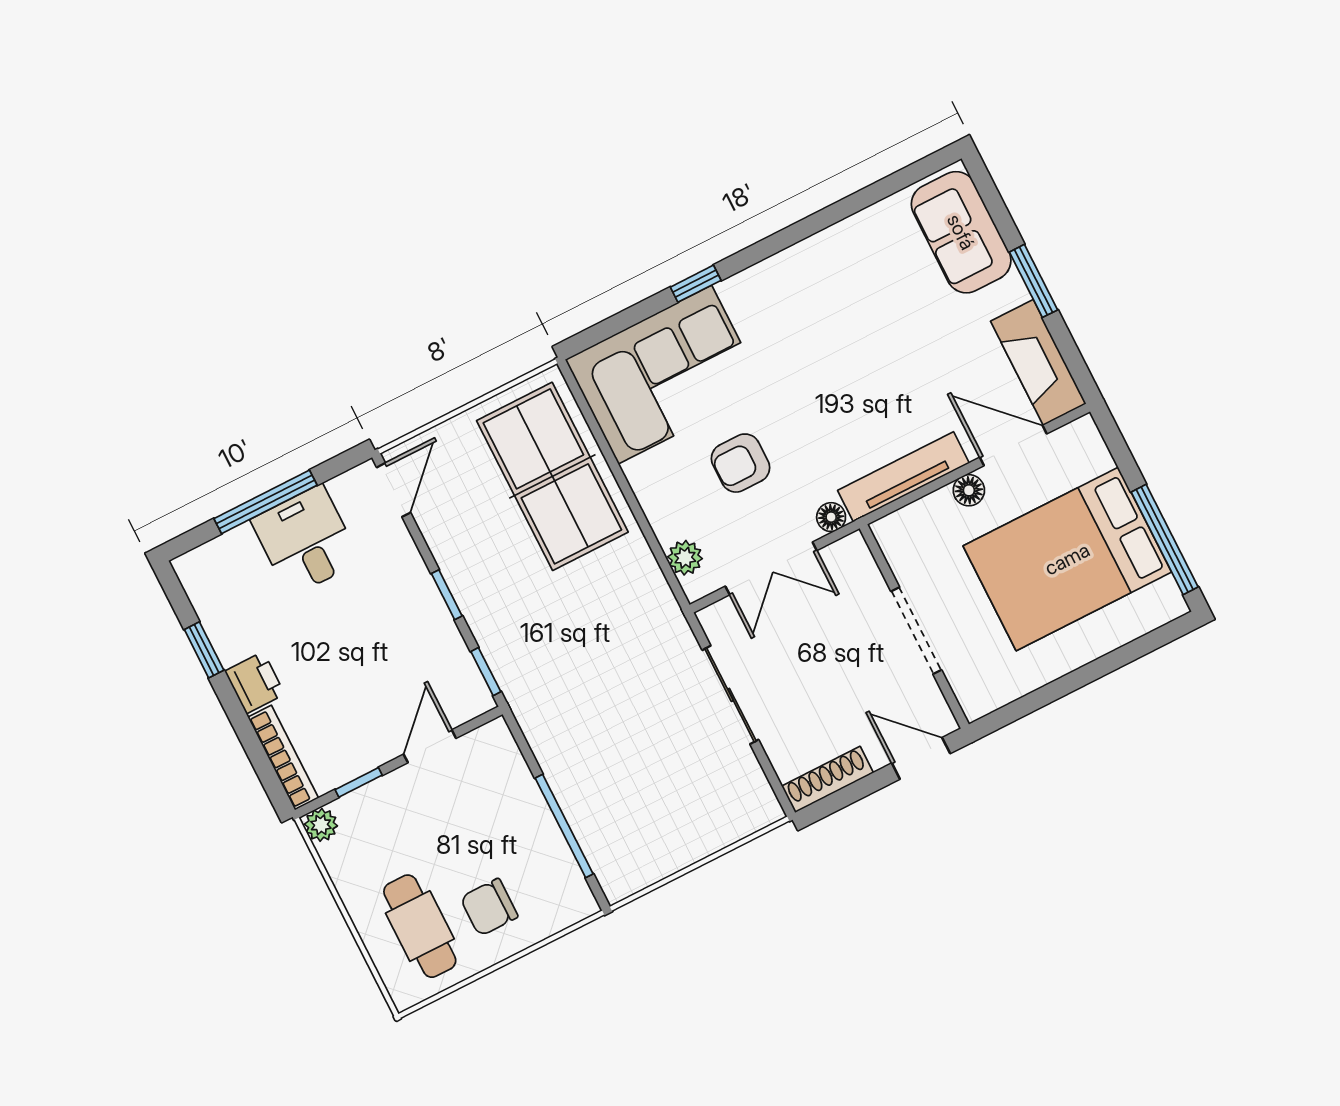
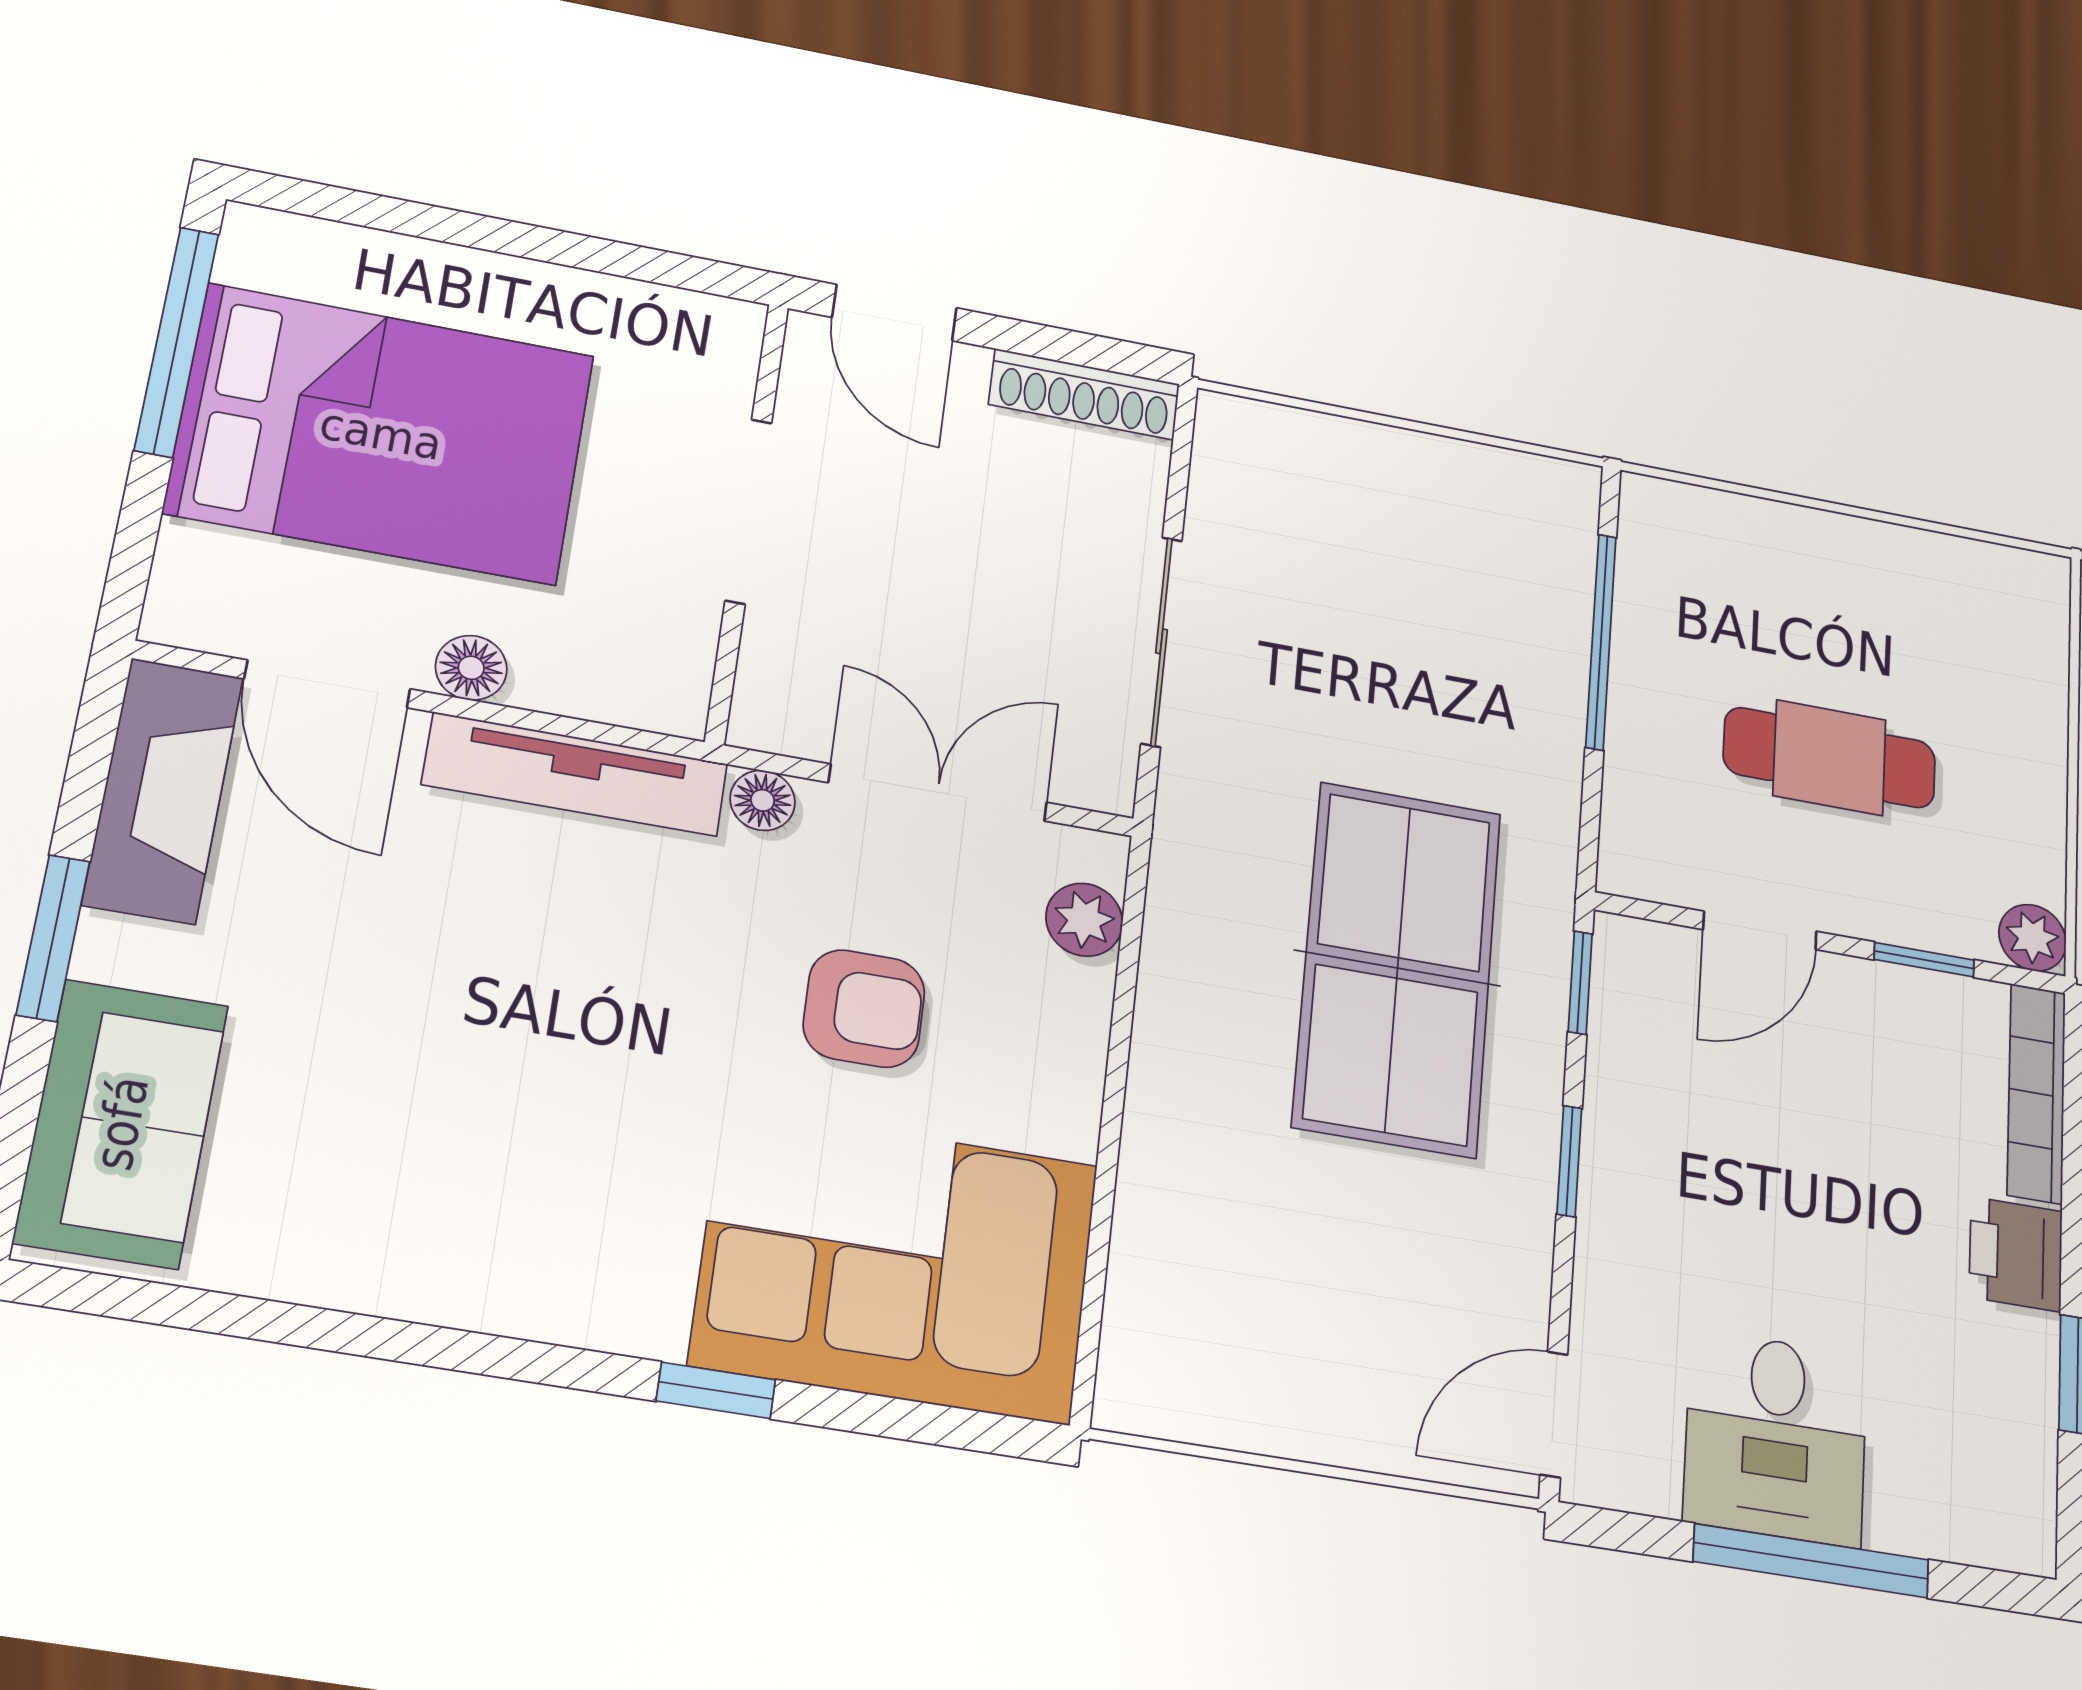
table tennis table: (552, 476) -> (1398, 968), moved
chair: (489, 907) -> (1814, 609), removed
cafe table: (420, 926) -> (1829, 758), moved, turned 90

